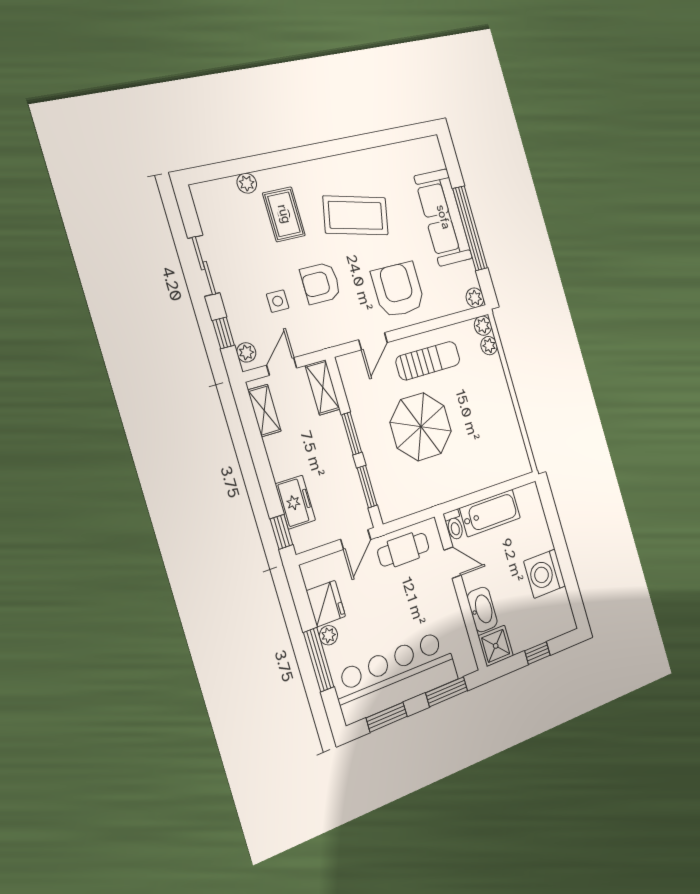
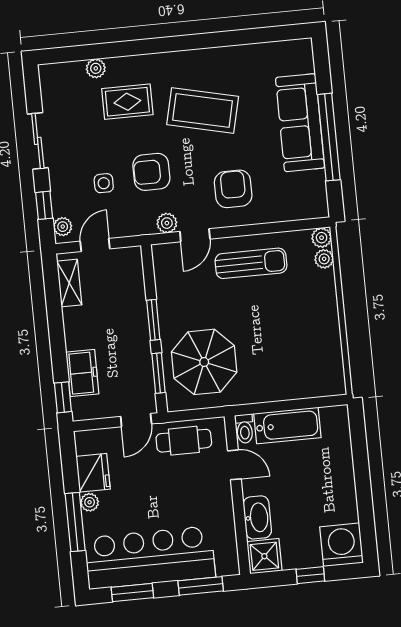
rug: (284, 214) -> (127, 102), turned 90
armchair: (398, 290) -> (233, 189), width x0.73, depth x0.73
plant: (475, 298) -> (167, 223), moved
shelving: (323, 387) -> (132, 271), removed
parasol: (421, 427) -> (204, 362), moved
washing machine: (545, 574) -> (342, 545), moved, turned 90

